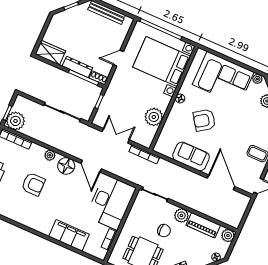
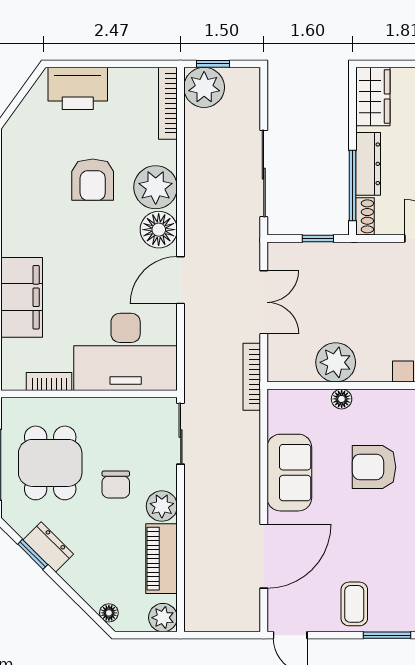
floor lamp: (180, 98) -> (342, 399), moved
armchair: (204, 120) -> (374, 467), turned -55
plant: (50, 155) -> (156, 187), width x1.87, depth x1.87

